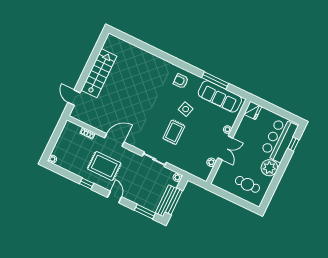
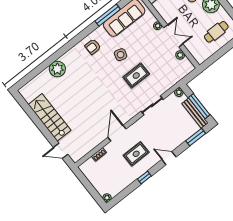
plant: (145, 59) -> (57, 69), added
rug: (174, 132) -> (136, 76), turned 90
rug: (104, 166) -> (136, 154), width x0.73, depth x0.70

